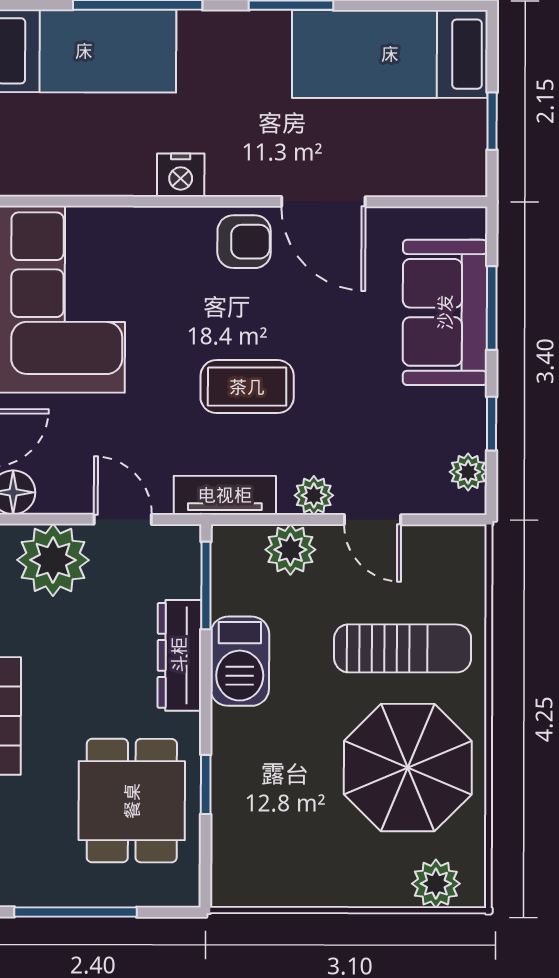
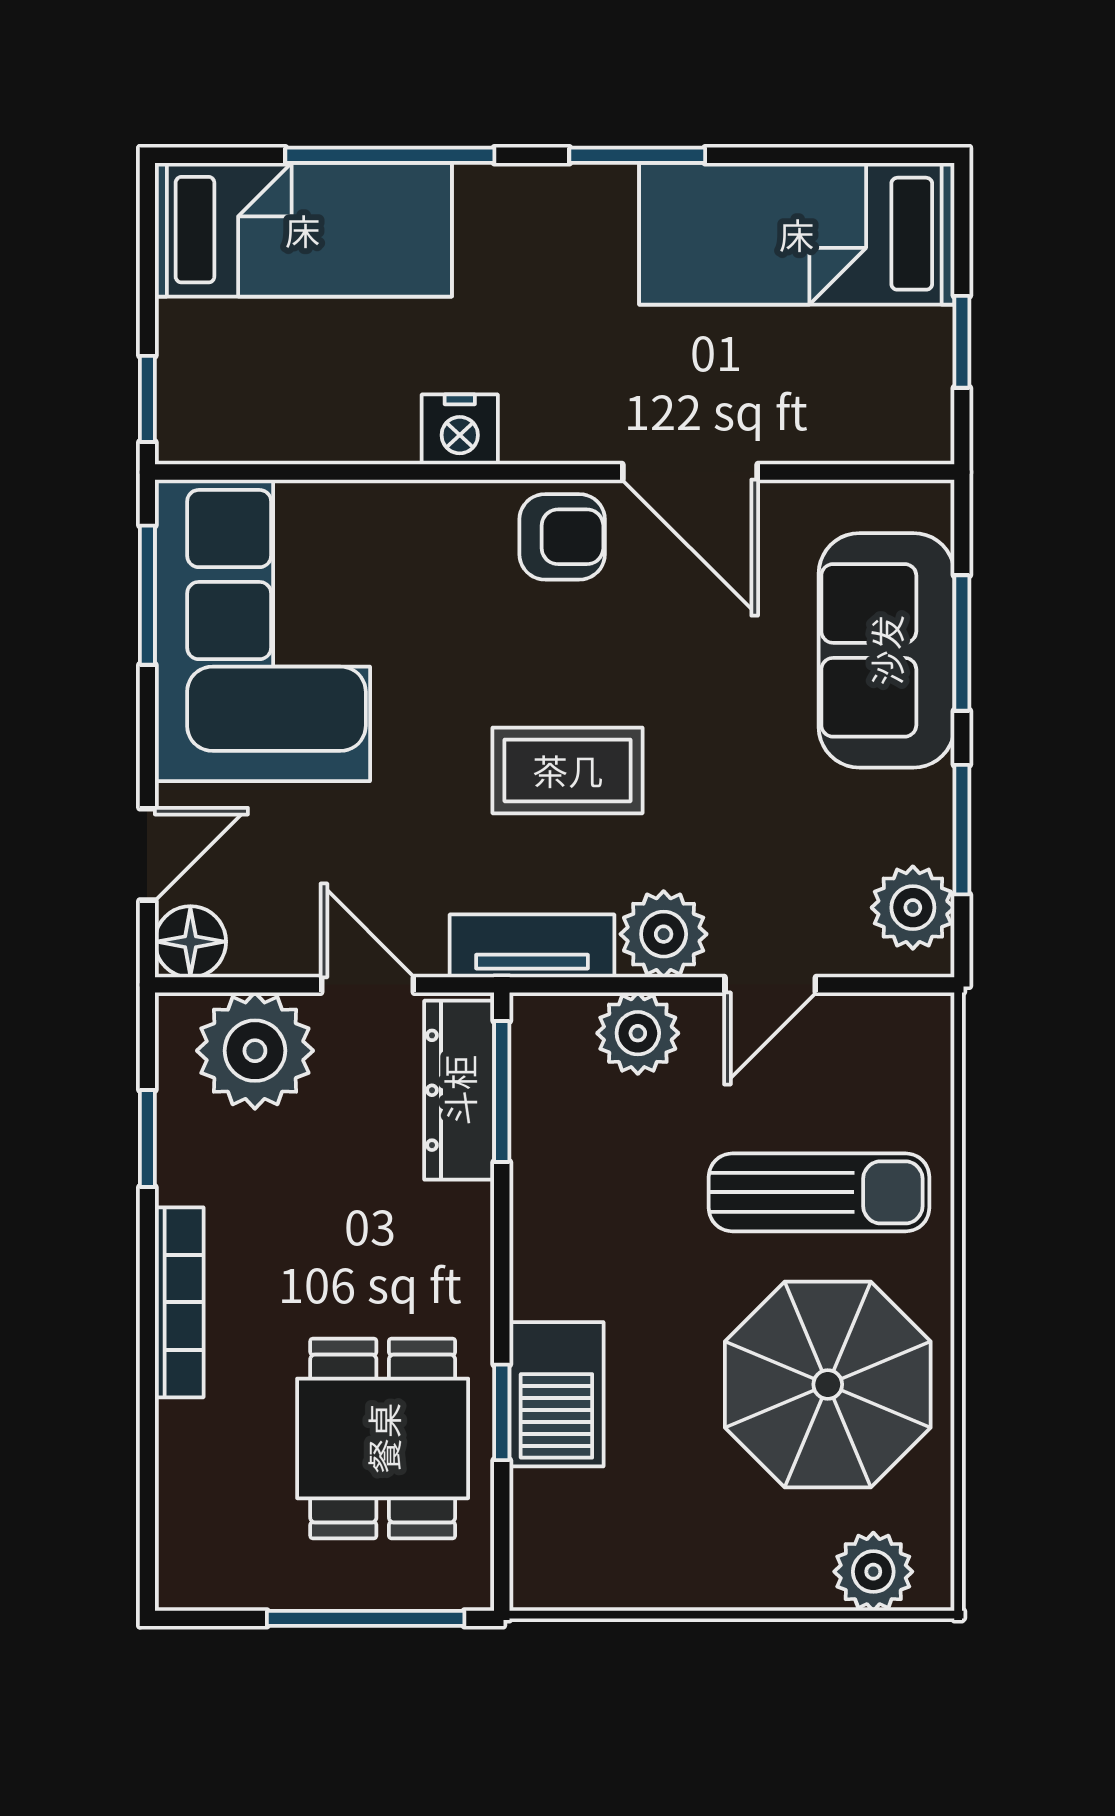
window: (492, 424) -> (962, 830), width x1.50
plant: (468, 472) -> (913, 908), width x1.38, depth x1.38
plant: (314, 495) -> (664, 934), width x1.38, depth x1.38
door: (373, 520) -> (770, 985), hinge flipped
dresser: (179, 655) -> (459, 1090), moved
barbecue: (240, 661) -> (556, 1394), moved
window: (76, 912) -> (366, 1618), moved

